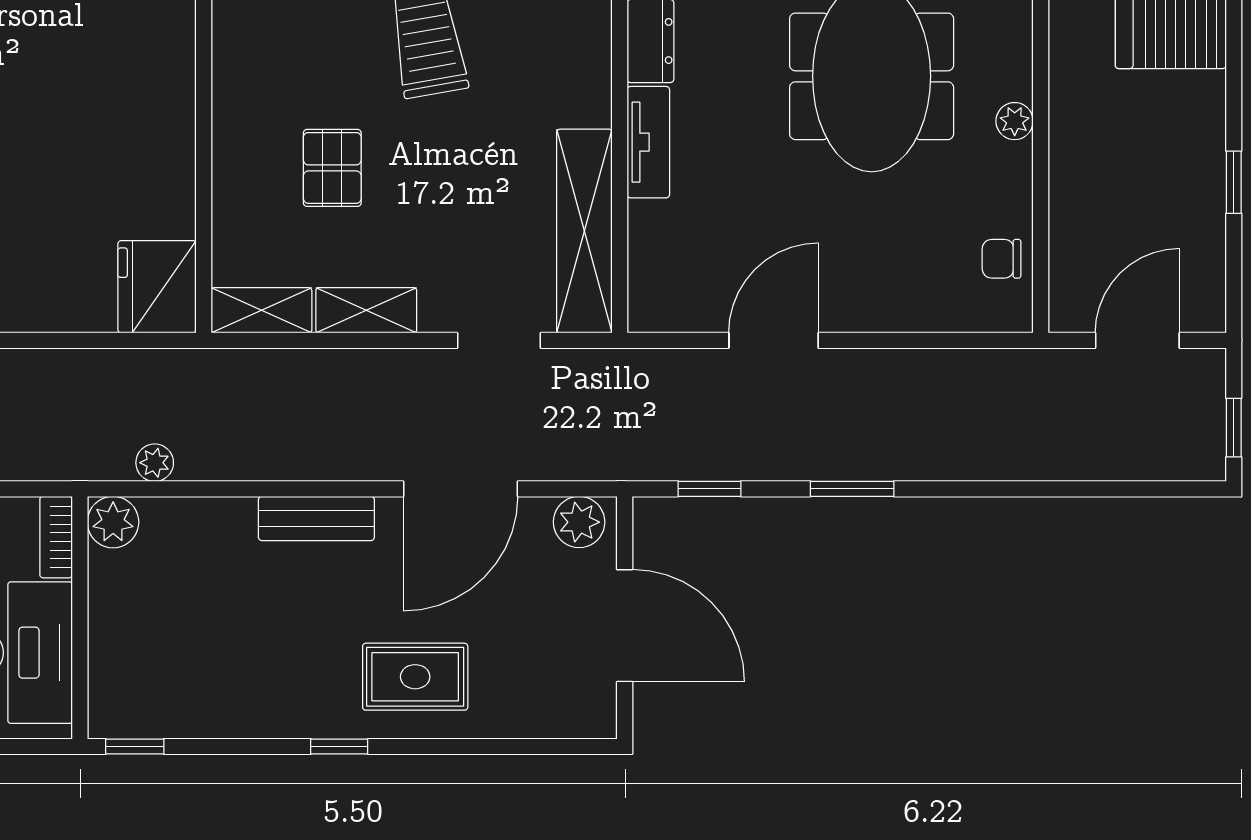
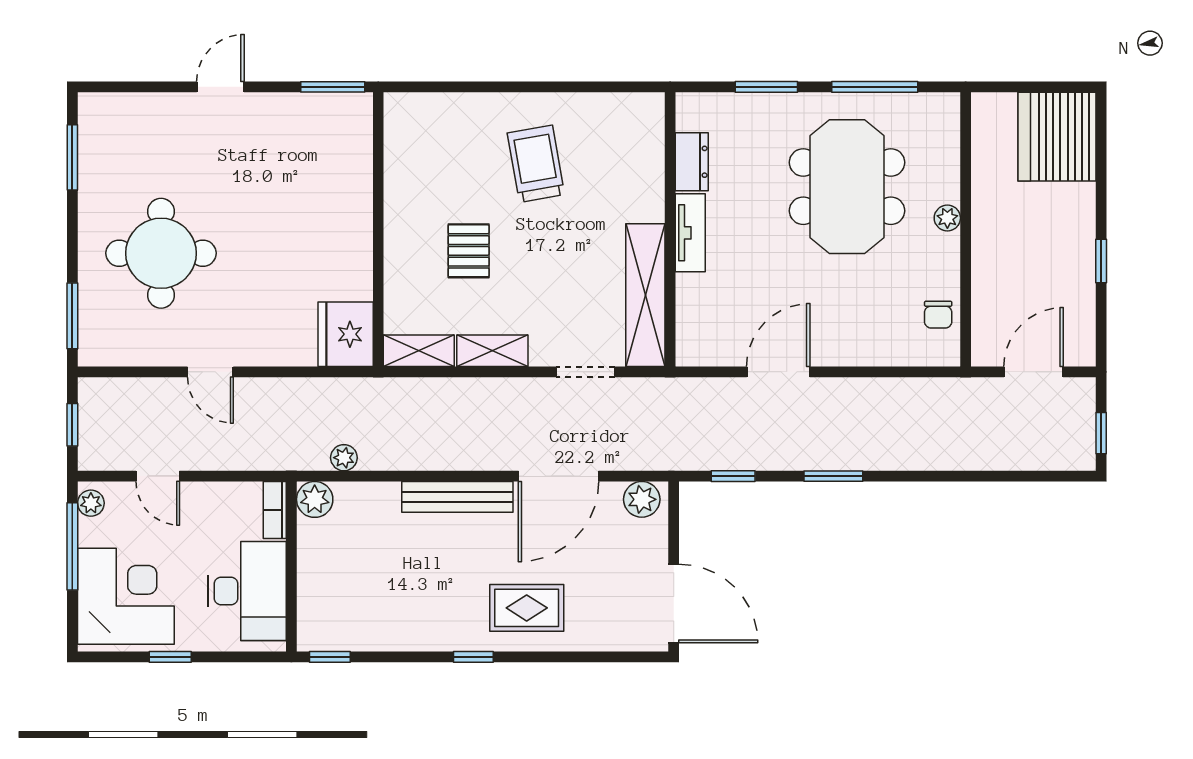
chair: (1002, 259) -> (938, 315), turned -90
bench: (316, 518) -> (457, 497), width x1.36
door: (625, 626) -> (674, 604), moved

